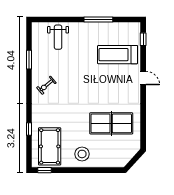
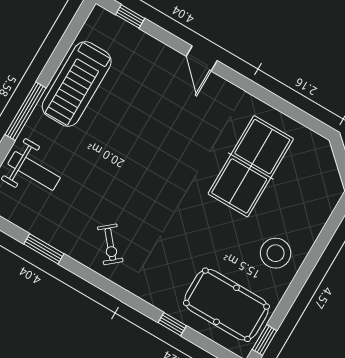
window: (98, 20) -> (26, 111), moved
treadmill: (118, 55) -> (77, 84), moved
door: (143, 78) -> (202, 58), swing flipped

